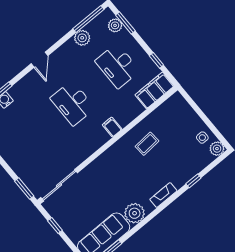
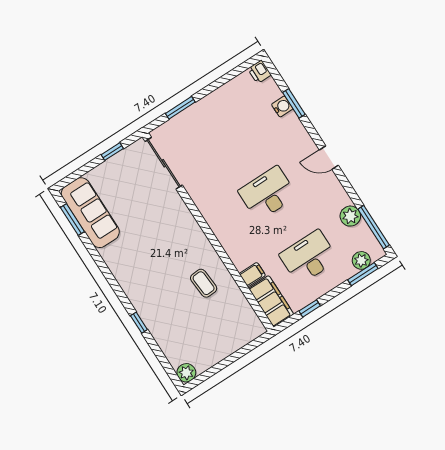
filing cabinet: (112, 127) -> (252, 274), moved
side table: (202, 138) -> (203, 356), removed
window: (193, 181) -> (139, 323), moved
window: (24, 189) -> (180, 108), moved
fireplace: (163, 195) -> (135, 296), removed
plant: (135, 213) -> (116, 256), removed

